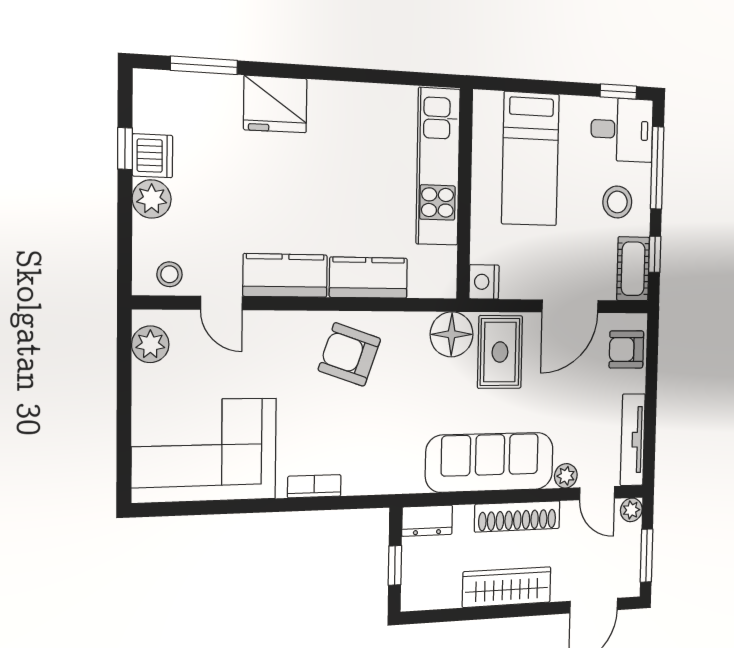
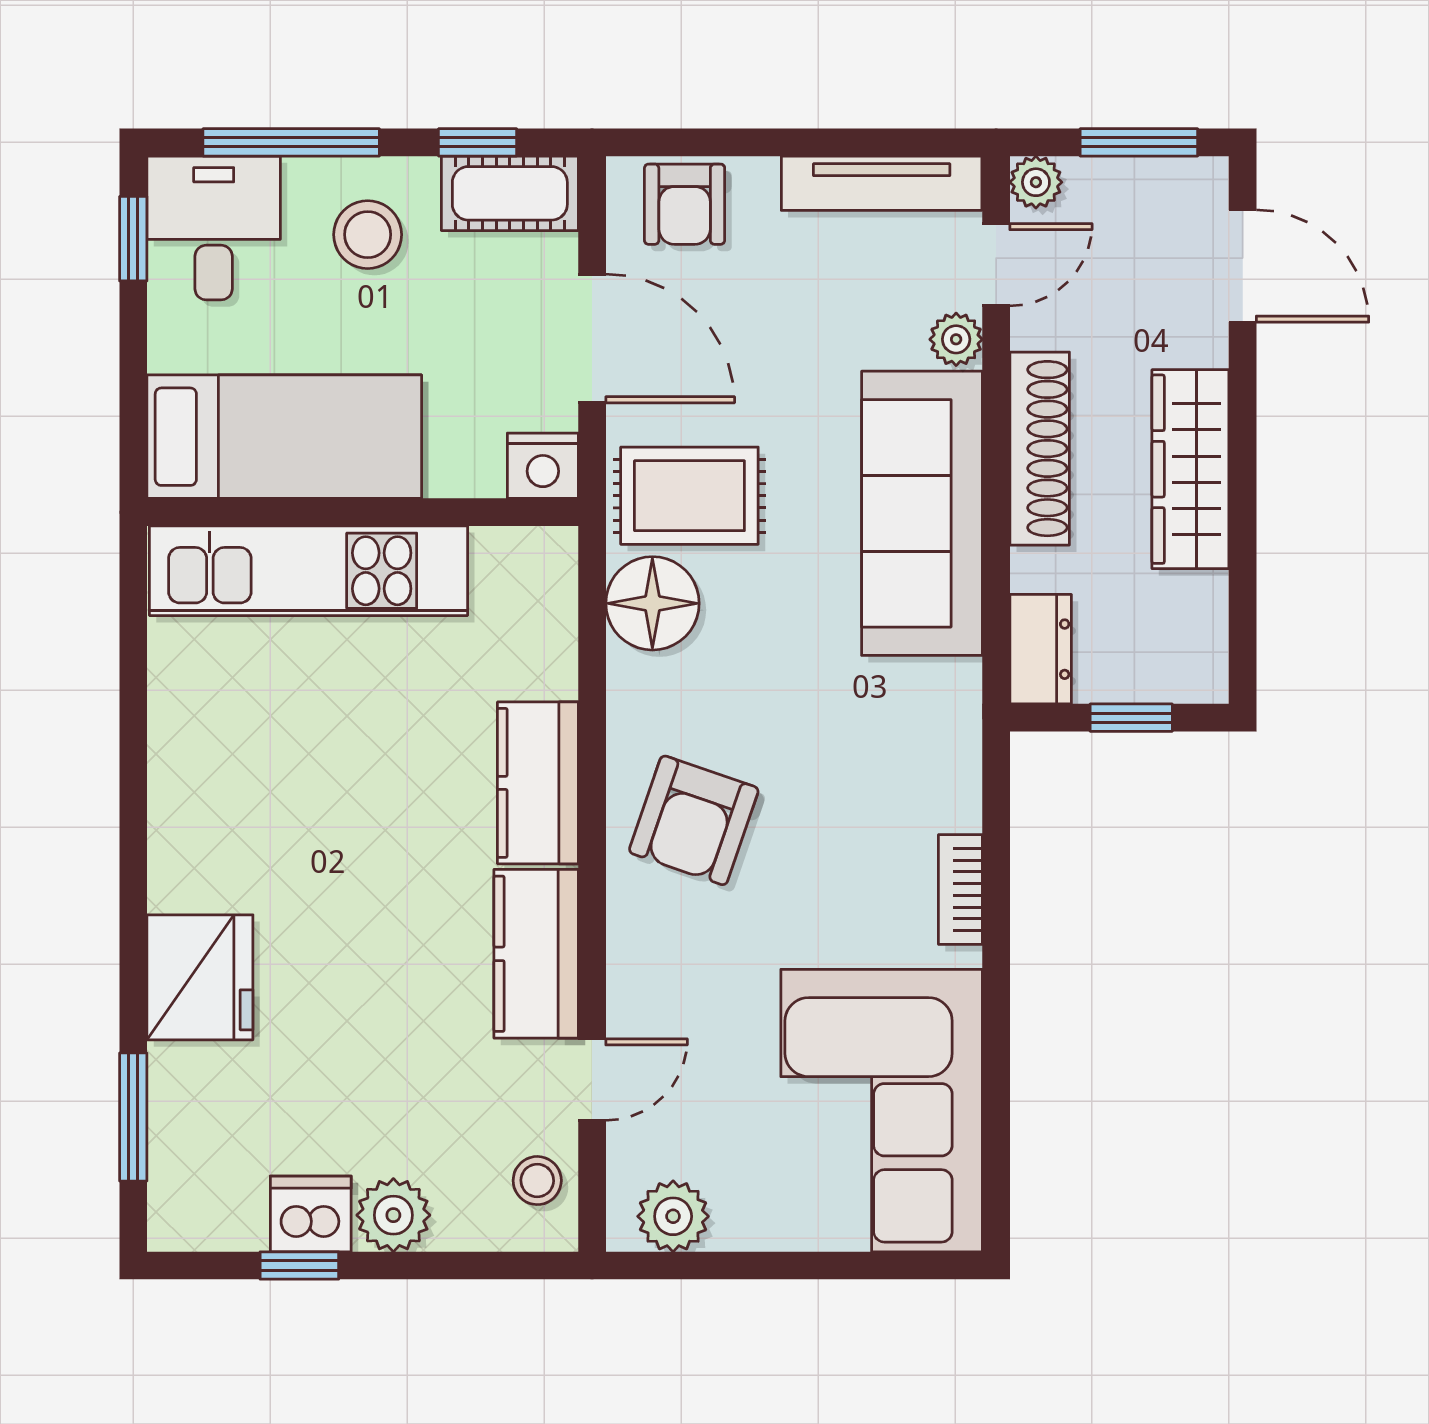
kitchen unit: (438, 167) -> (308, 571), moved
wall: (465, 194) -> (363, 512), moved
nightstand: (484, 282) -> (543, 466), moved

